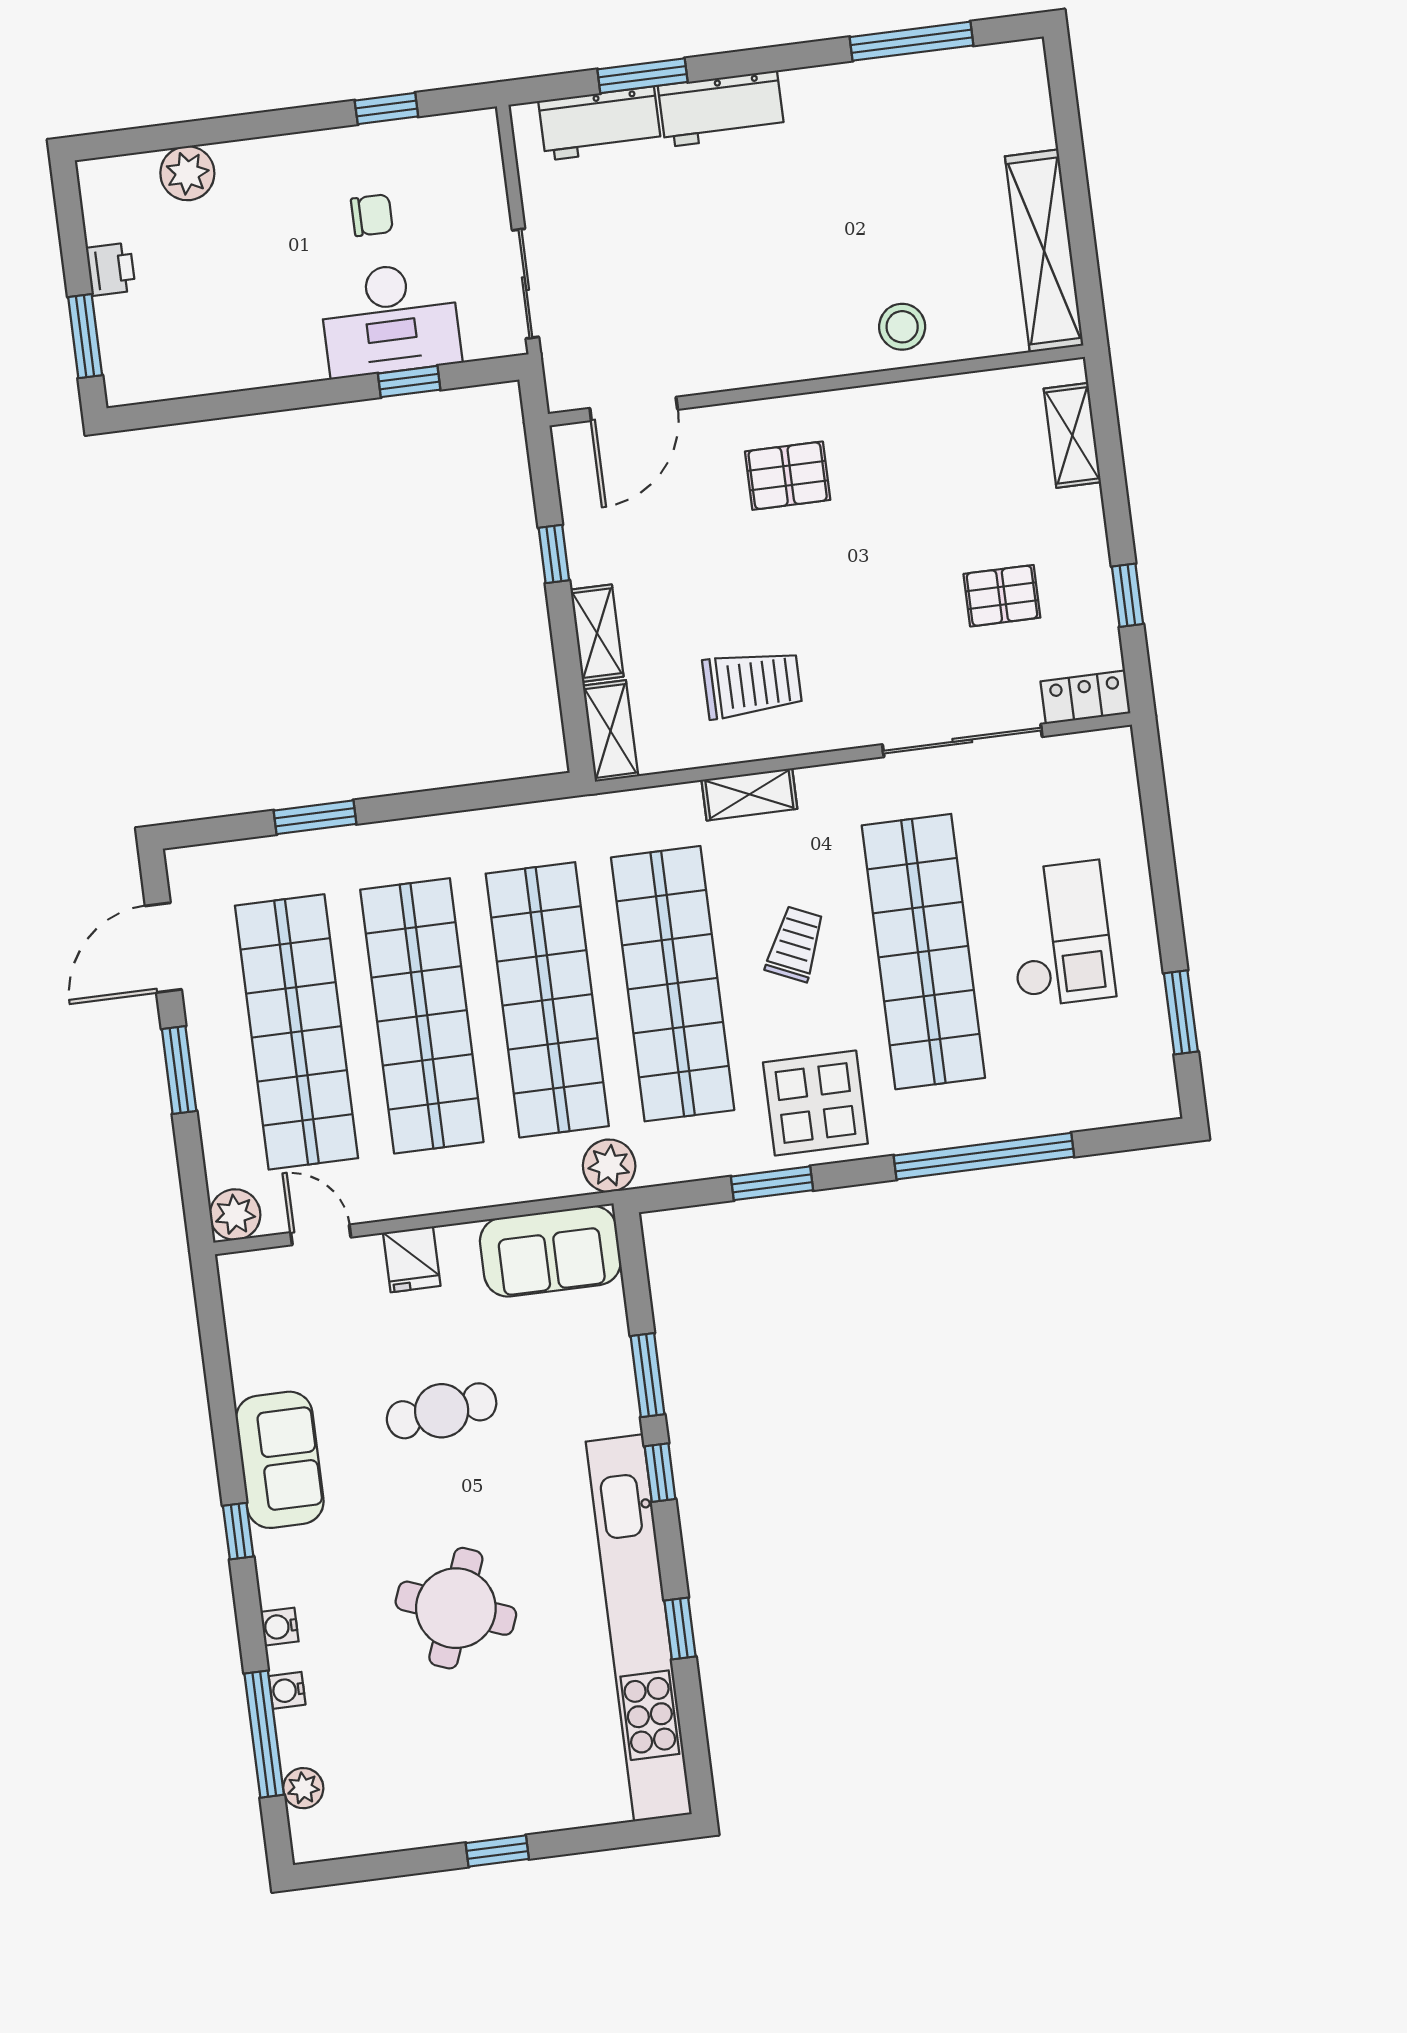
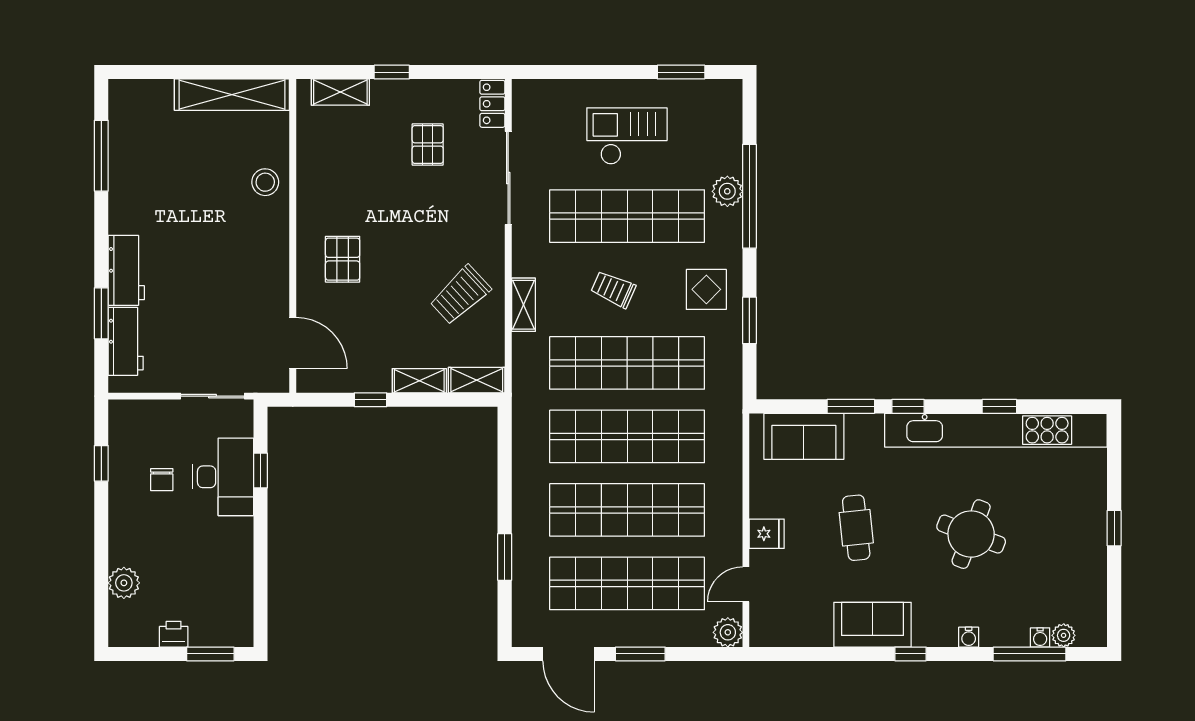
chair: (372, 215) -> (162, 480), turned 180
window: (1127, 595) -> (392, 72), moved
trolley: (752, 684) -> (460, 295), turned -133
display table: (815, 1103) -> (706, 289), width x0.73, depth x0.73
plant: (609, 1166) -> (727, 191), moved
sofa: (550, 1251) -> (804, 436), moved, turned 90
water cooler: (287, 1690) -> (1040, 637), moved

